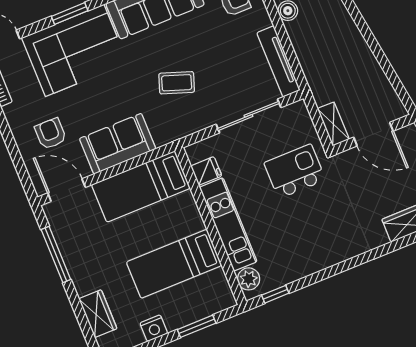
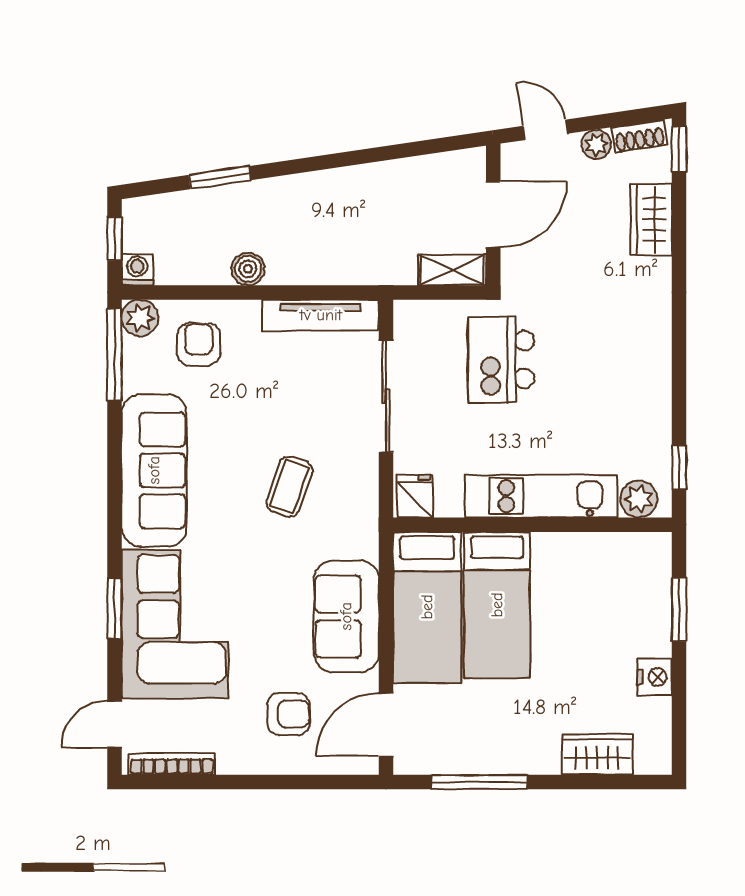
armchair: (51, 134) -> (288, 714), turned 180
fridge: (206, 171) -> (415, 496), moved
bed: (174, 264) -> (497, 605), moved

